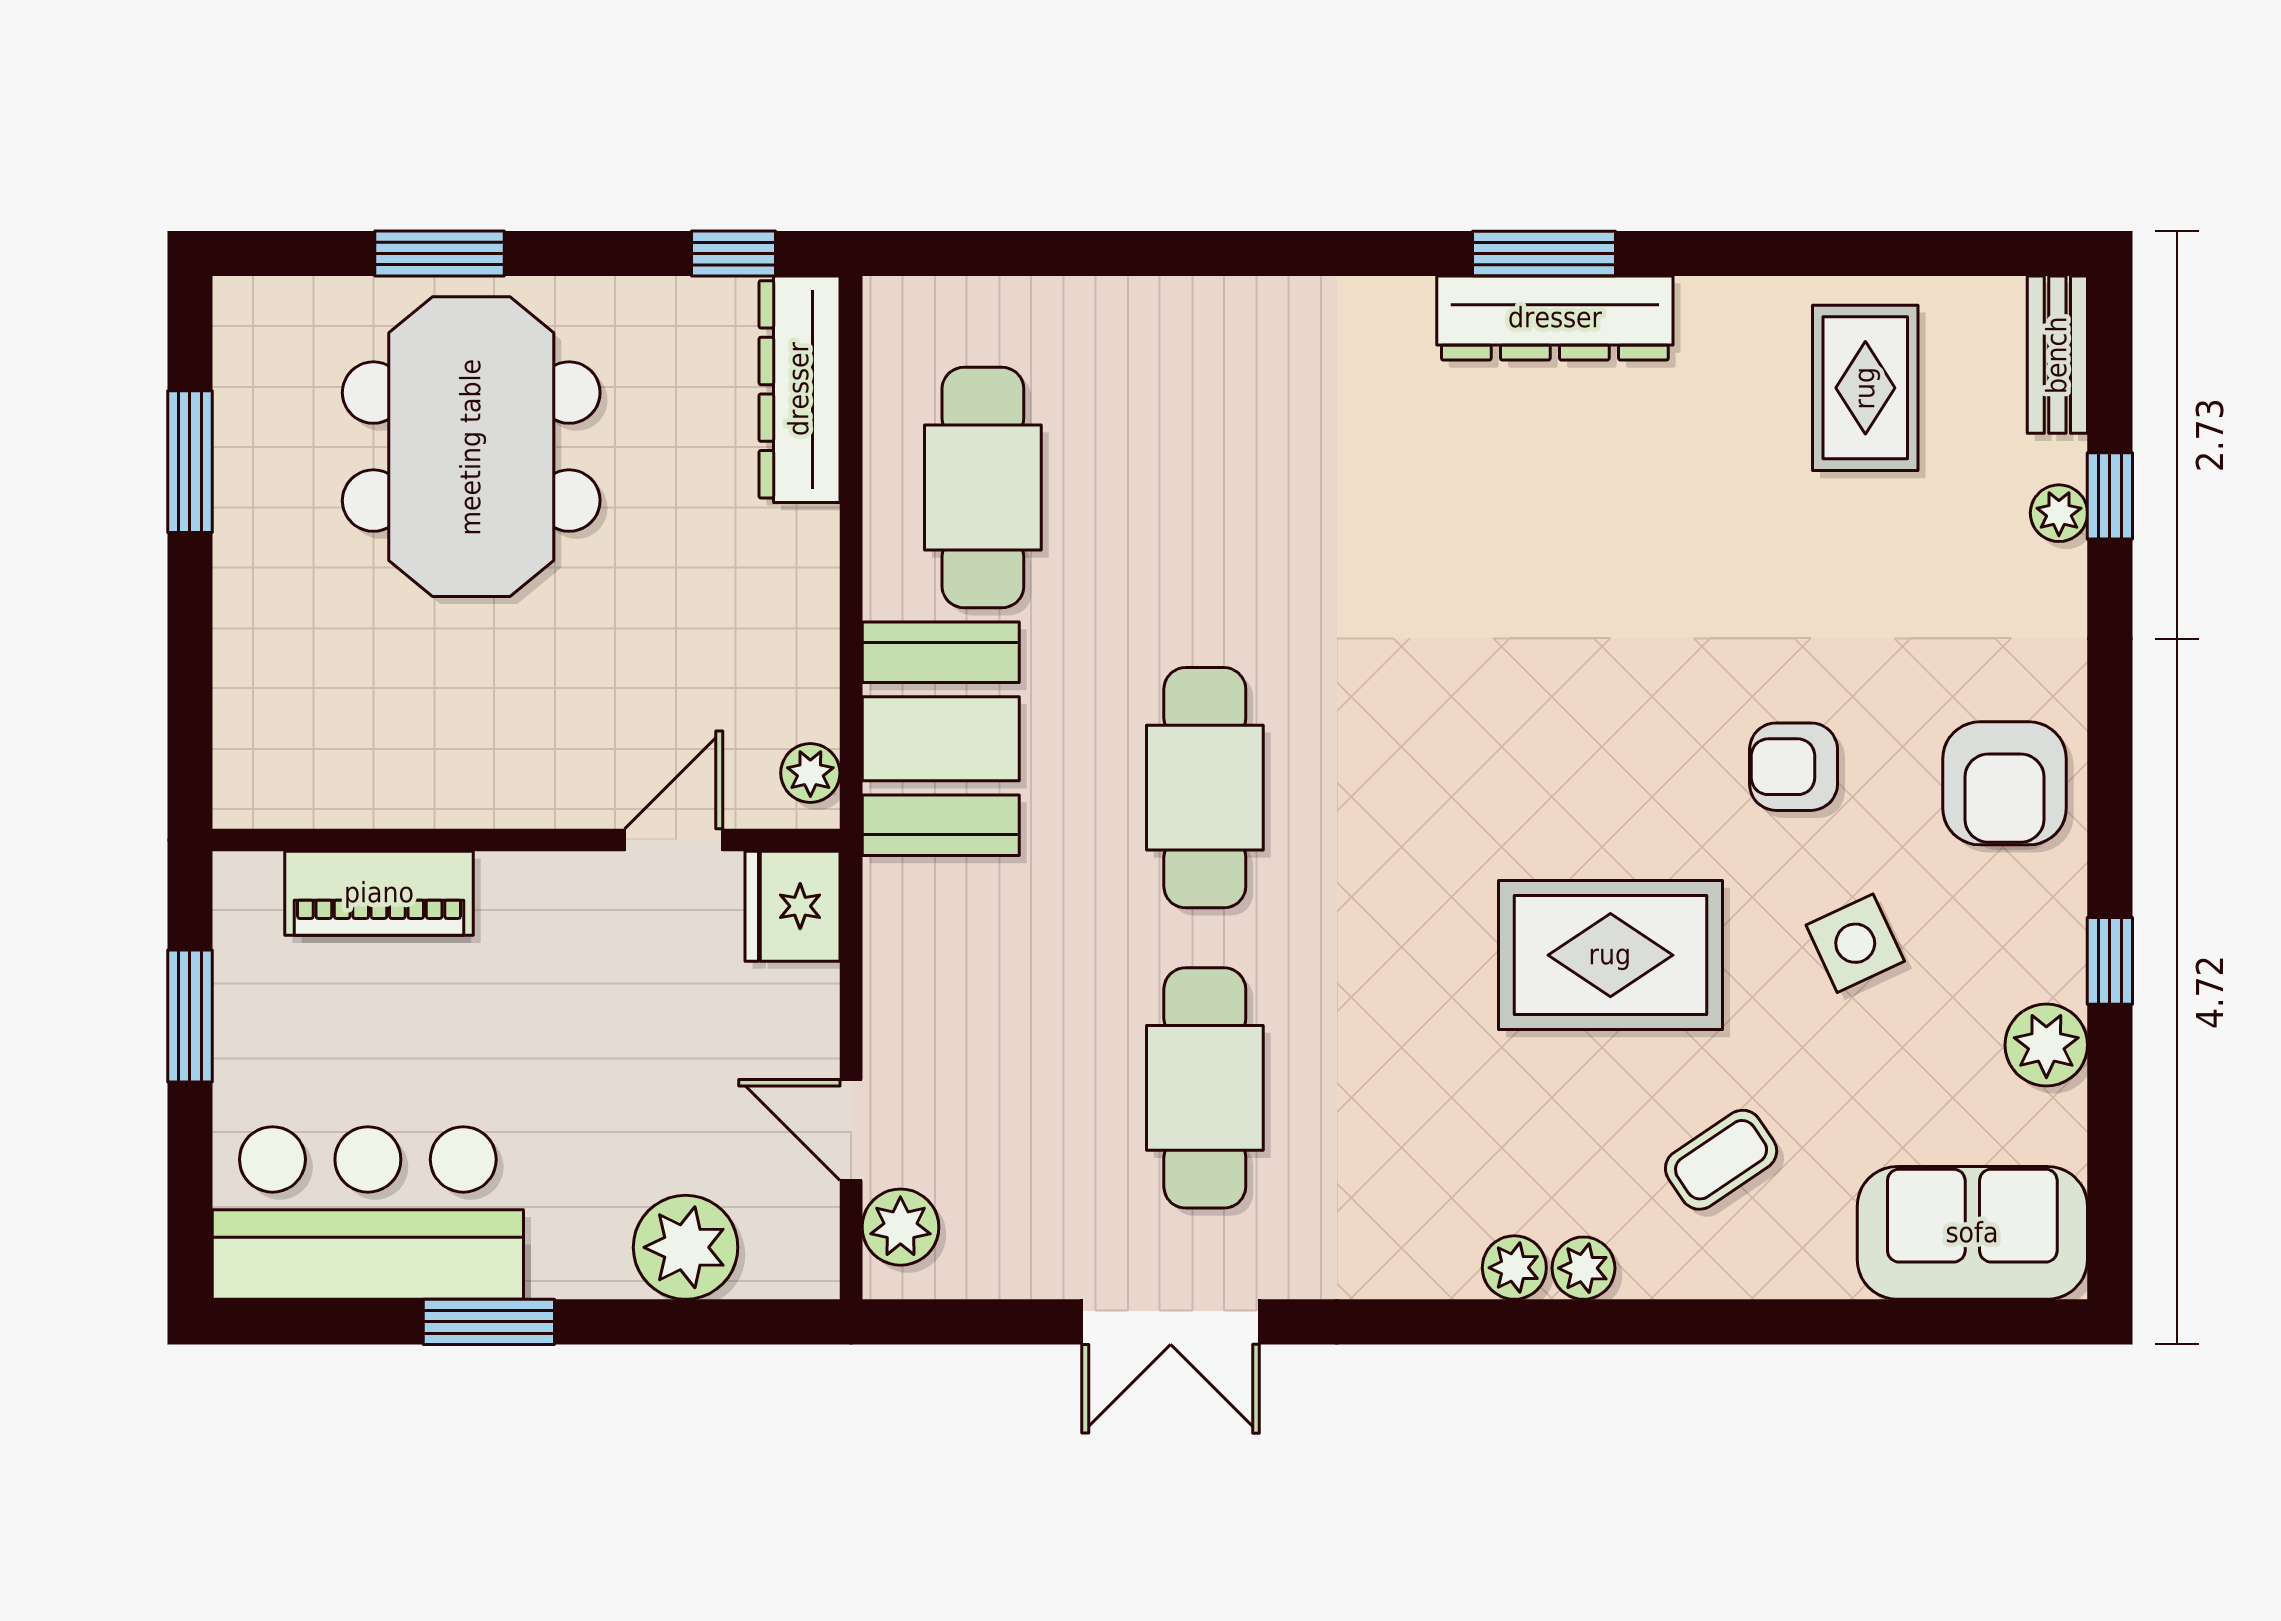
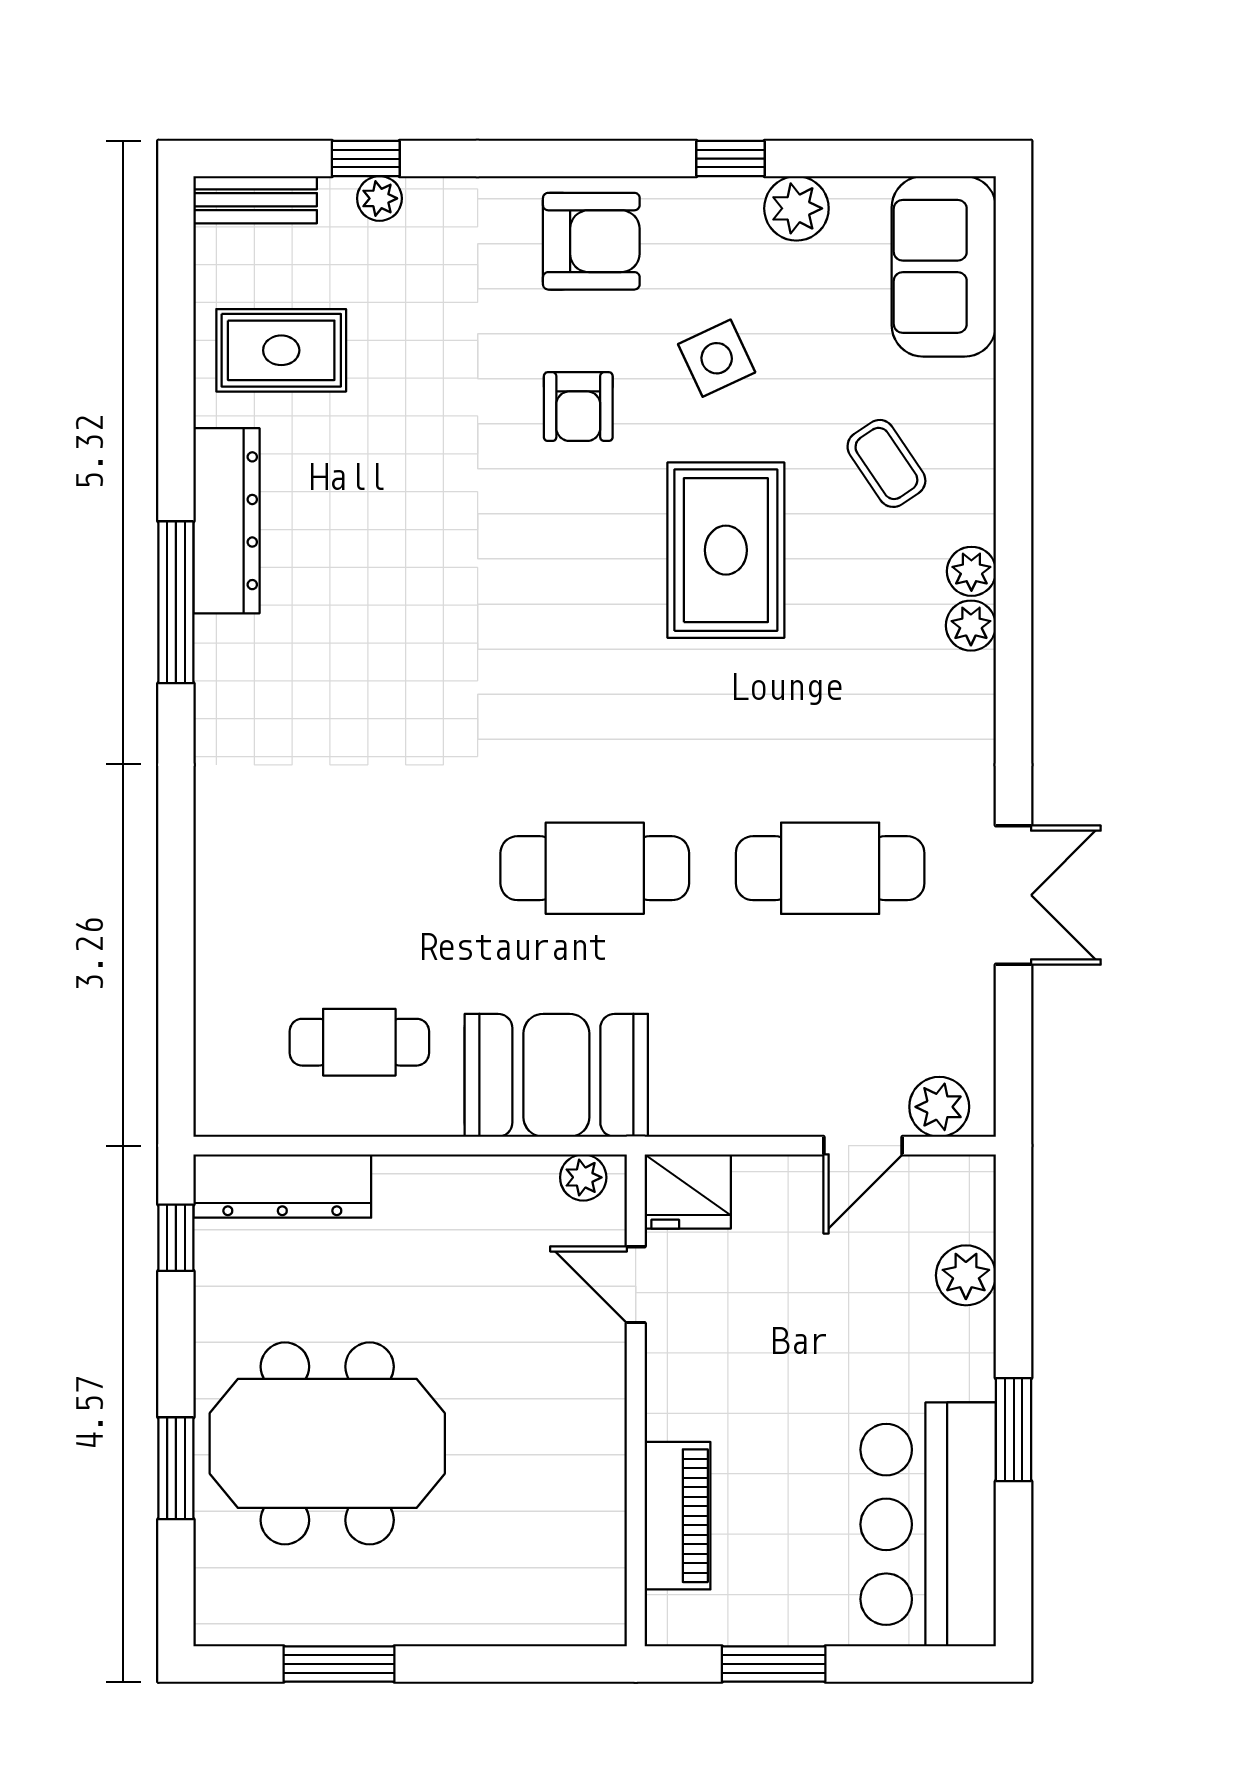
window: (1544, 254) -> (176, 602), width x1.44
dresser: (1555, 318) -> (227, 521), moved
cafe table: (983, 488) -> (359, 1042), width x0.73, depth x0.74
plant: (686, 1247) -> (966, 1275), width x0.73, depth x0.73

